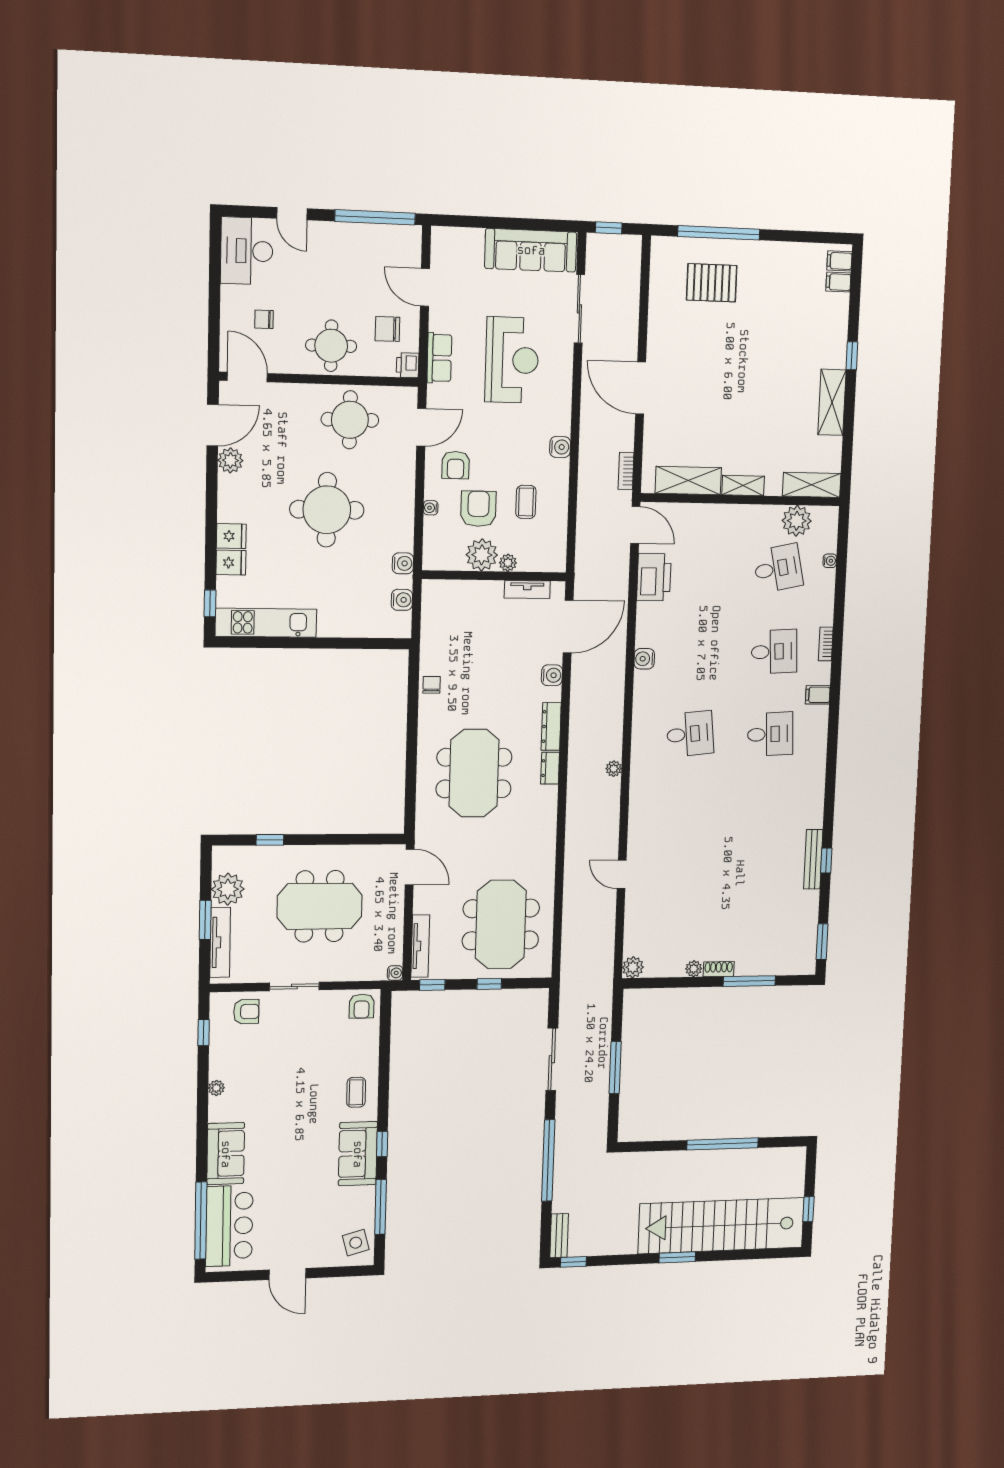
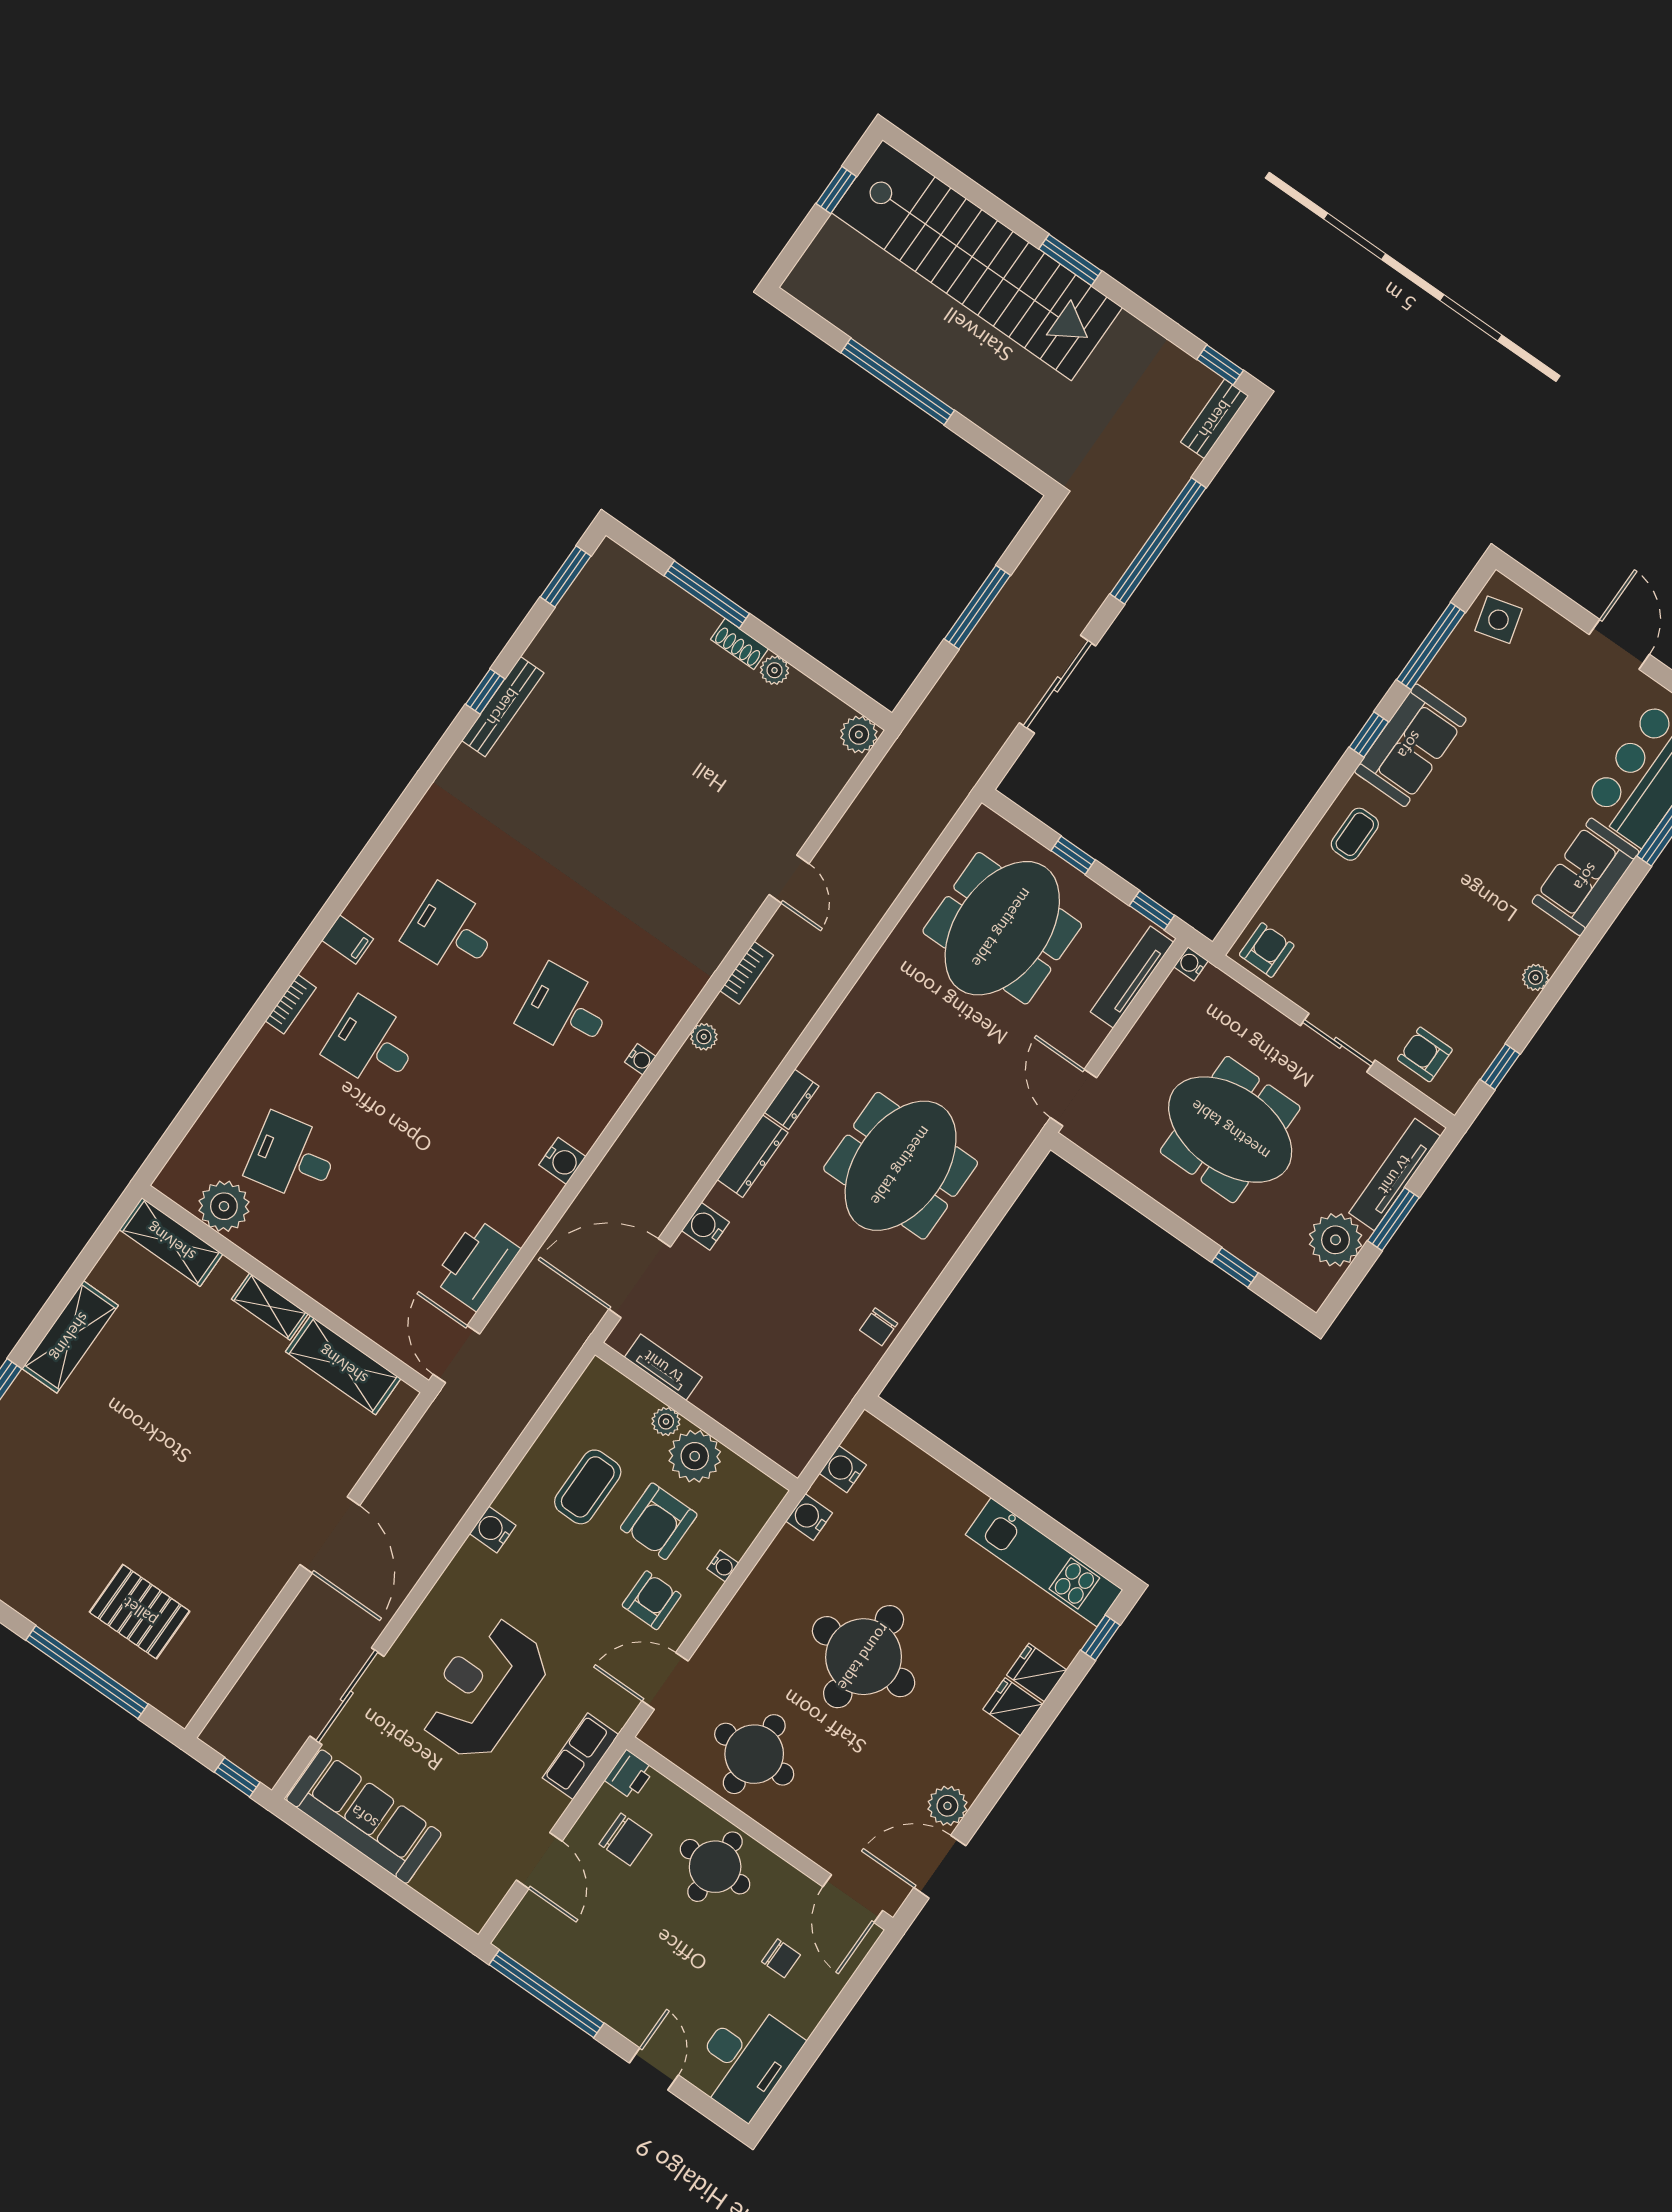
bookcase: (626, 471) -> (747, 973), moved
coffee table: (526, 502) -> (588, 1487), width x1.36, depth x1.30
water cooler: (830, 561) -> (640, 1059), moved, turned 180

